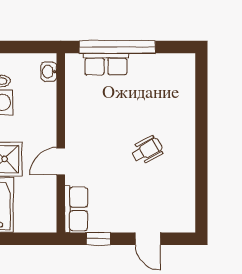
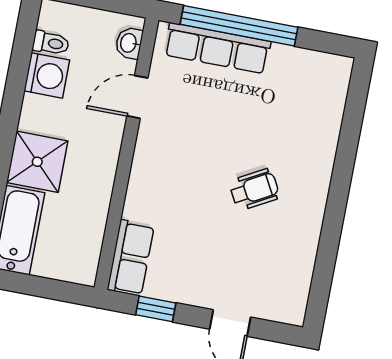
row of seats: (106, 64) -> (217, 48), width x1.48
door: (61, 161) -> (137, 97), moved

